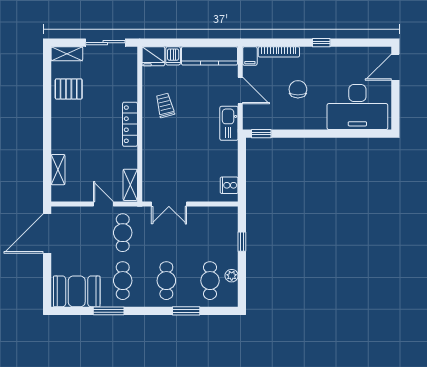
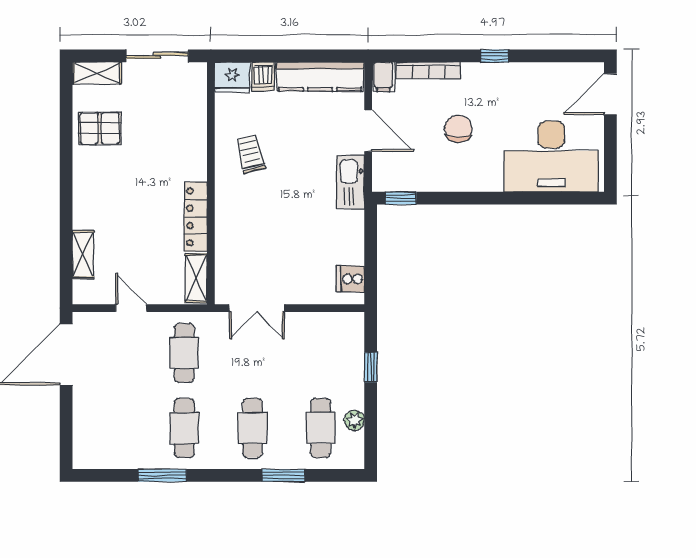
locker: (130, 124) -> (196, 217), moved
door: (103, 204) -> (131, 308), moved
booth: (77, 291) -> (112, 445), removed

